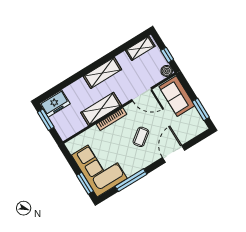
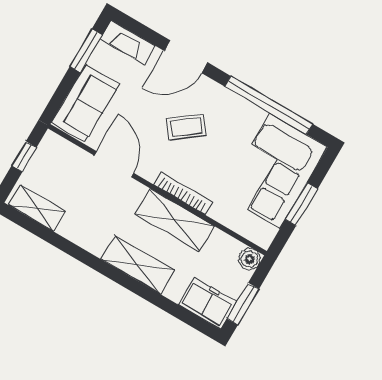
boiler: (167, 71) -> (250, 259), moved
shelving: (102, 73) -> (138, 265), moved
fireplace: (194, 131) -> (128, 42), added
window: (131, 180) -> (269, 105), width x1.46
window: (85, 183) -> (302, 204), moved

